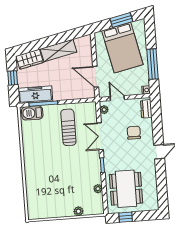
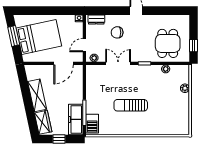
window: (153, 64) -> (56, 11), removed
sun lounger: (68, 127) -> (131, 105), moved
double door: (100, 136) -> (118, 63), swing flipped
dining table: (126, 189) -> (168, 43), width x0.73

